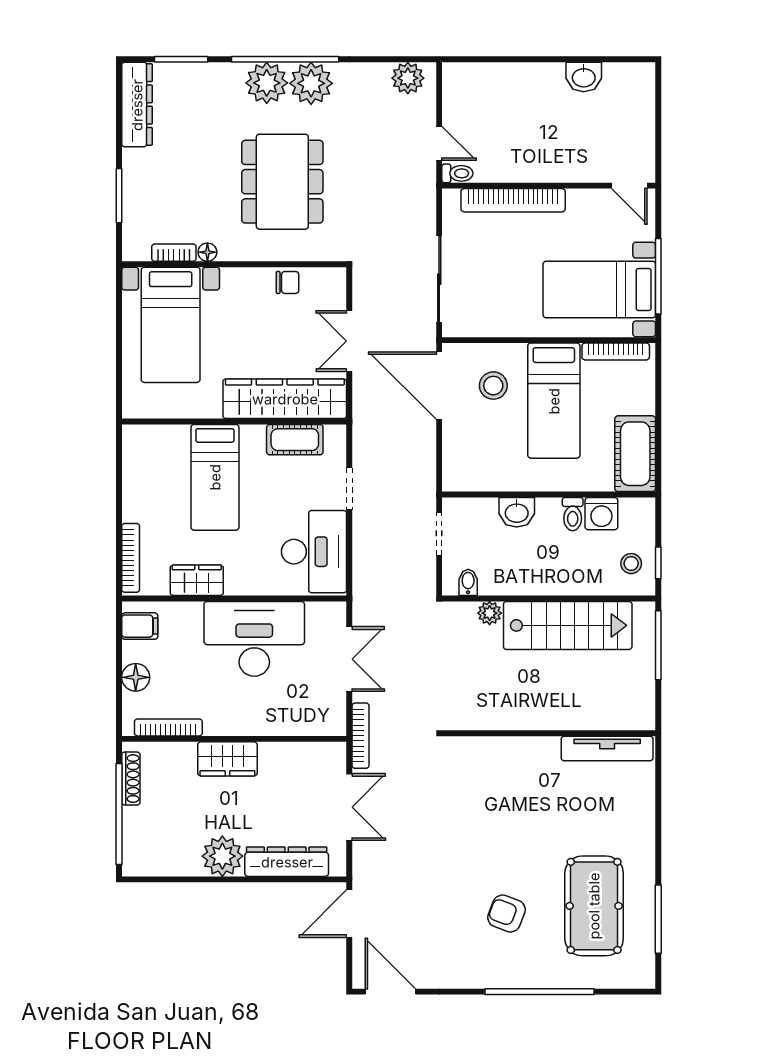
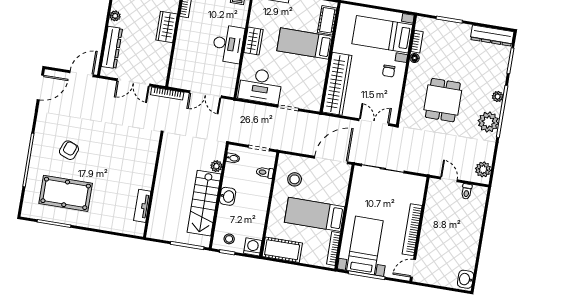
washbasin: (584, 77) -> (465, 279), moved
plant: (267, 83) -> (498, 97), width x0.53, depth x0.53
door: (439, 143) -> (449, 179), swing flipped
toilet: (457, 173) -> (467, 191), moved
dining table: (282, 182) -> (443, 100), width x0.73
bookcase: (513, 200) -> (412, 230), moved
chair: (288, 282) -> (389, 71), moved
double door: (349, 341) -> (374, 122), moved
stool: (493, 386) -> (295, 179), moved
cot: (295, 440) -> (327, 20), moved
washbasin: (517, 512) -> (228, 196), moved, turned 180
toilet: (573, 514) -> (265, 172), moved
washing machine: (601, 514) -> (253, 247), moved, turned 90
wardrobe: (197, 580) -> (253, 41), moved
desk: (254, 639) -> (228, 44), width x0.73, depth x0.77
tv unit: (607, 748) -> (142, 206), width x0.71
plant: (222, 856) -> (115, 16), width x0.53, depth x0.53
door: (349, 914) -> (82, 74), hinge flipped

